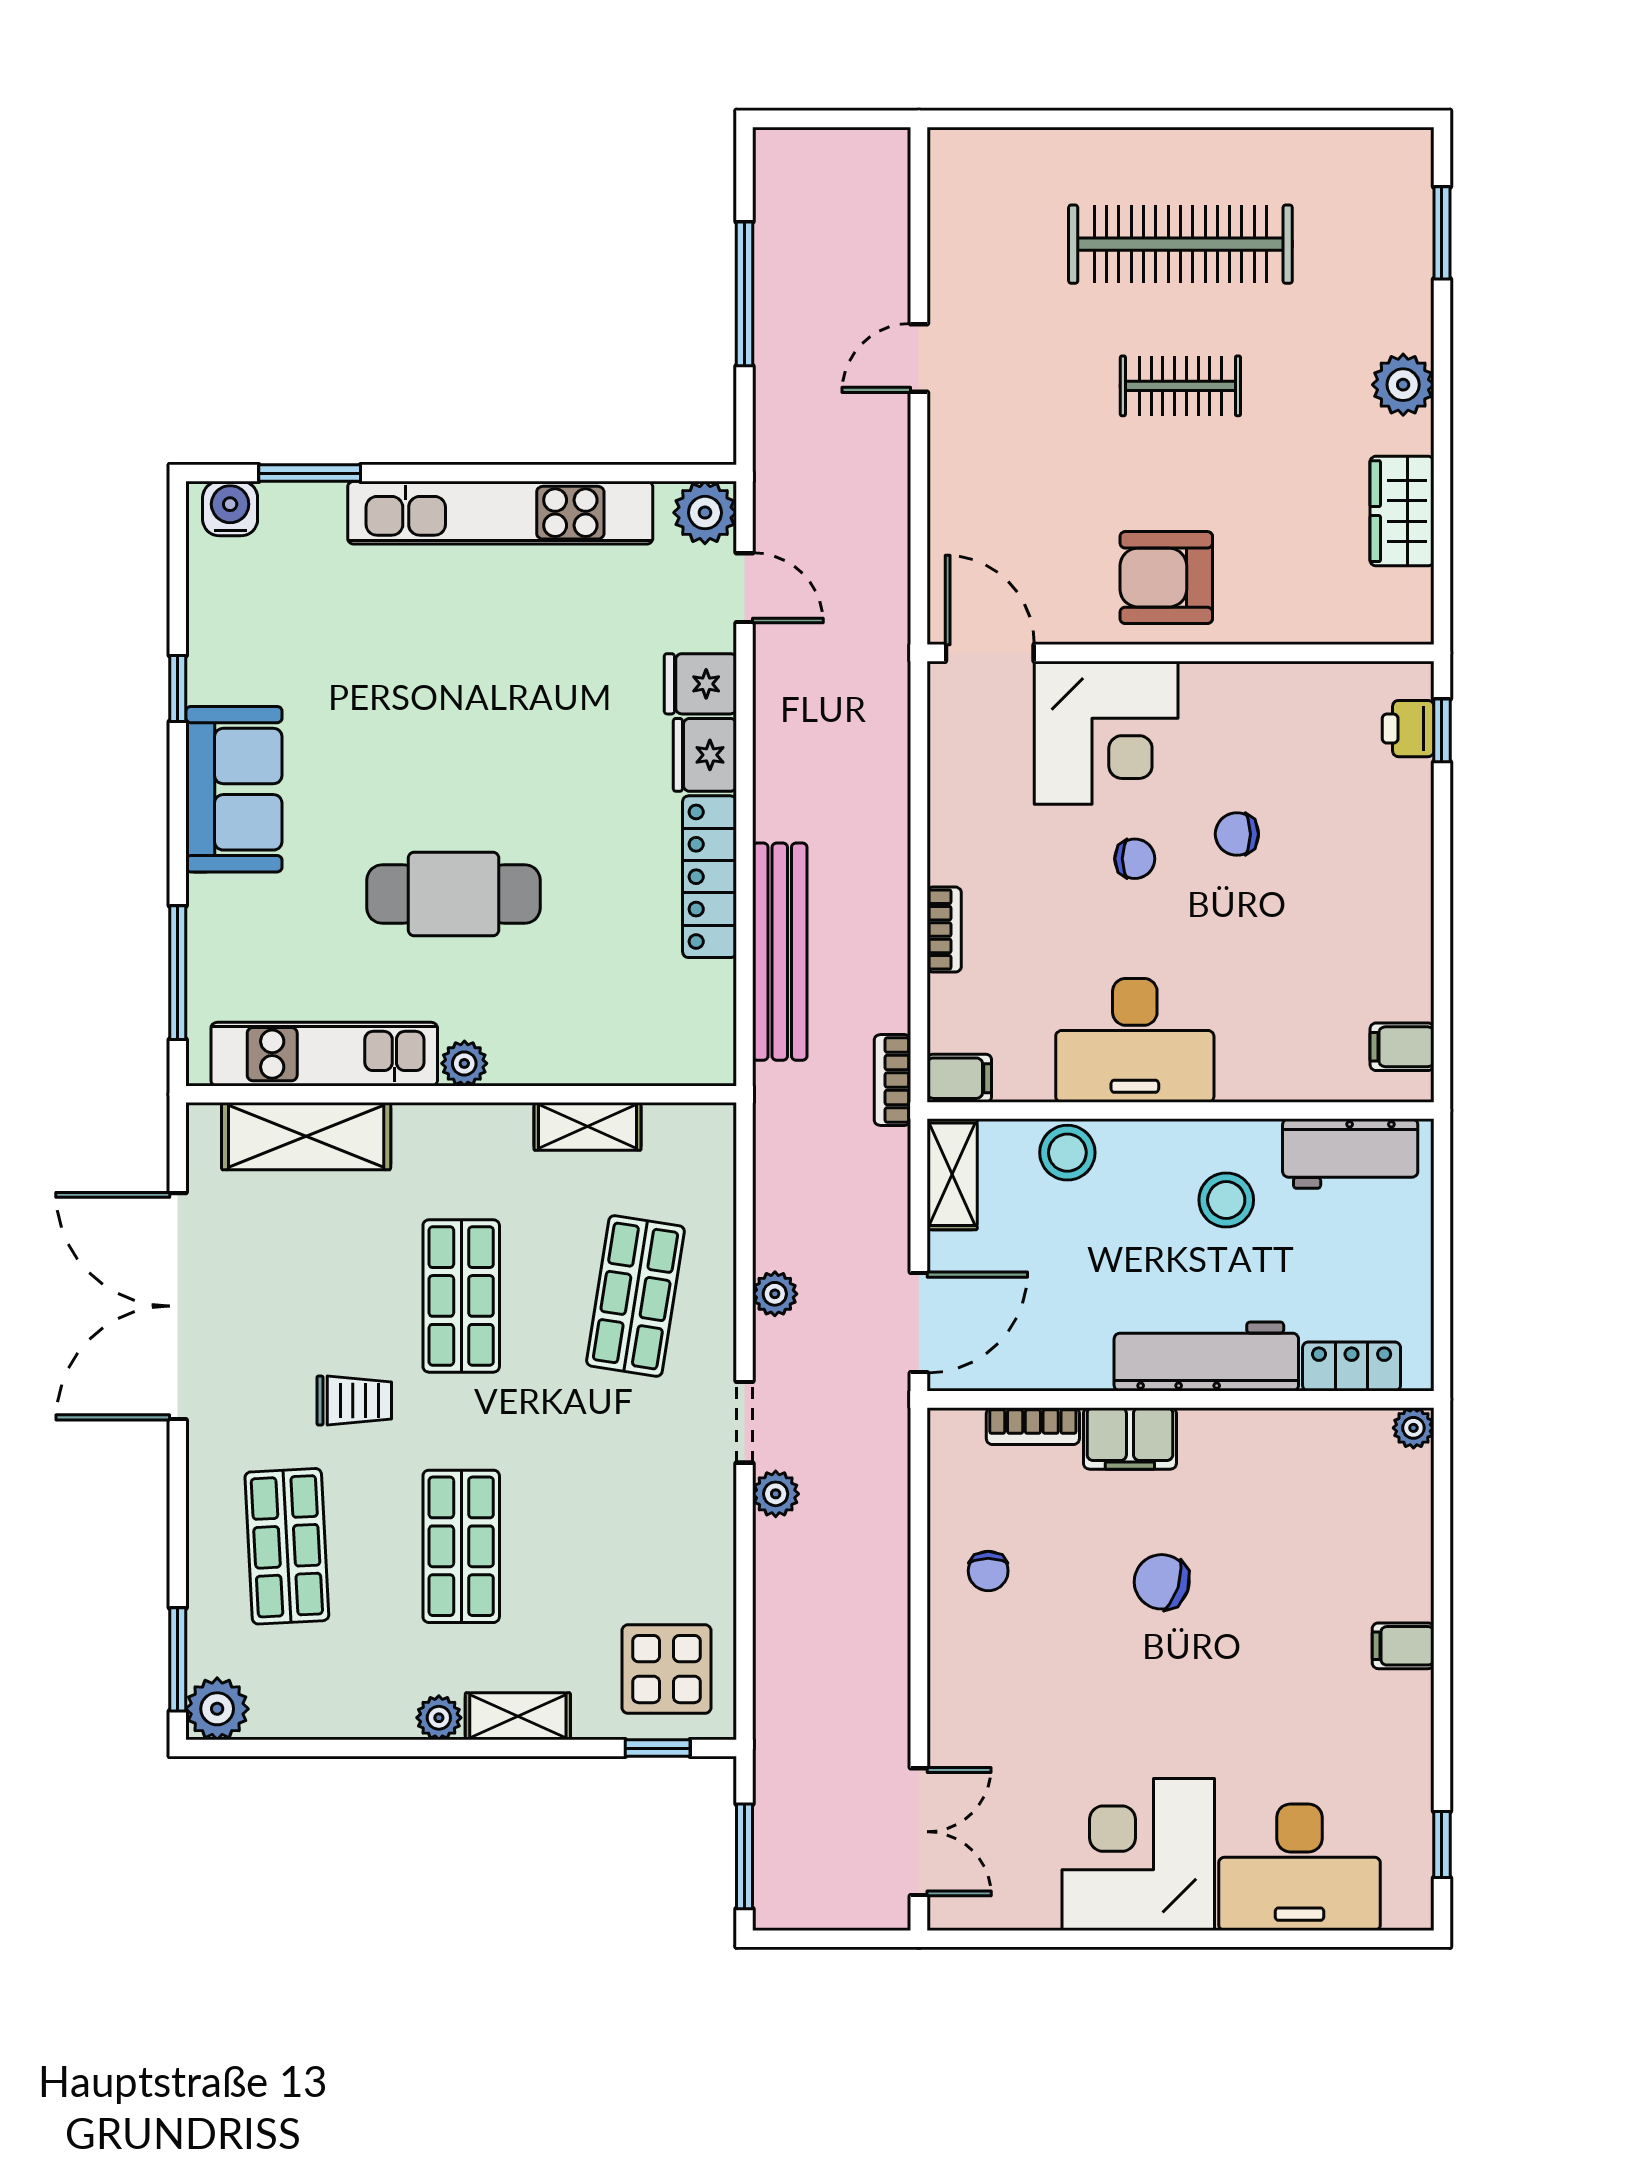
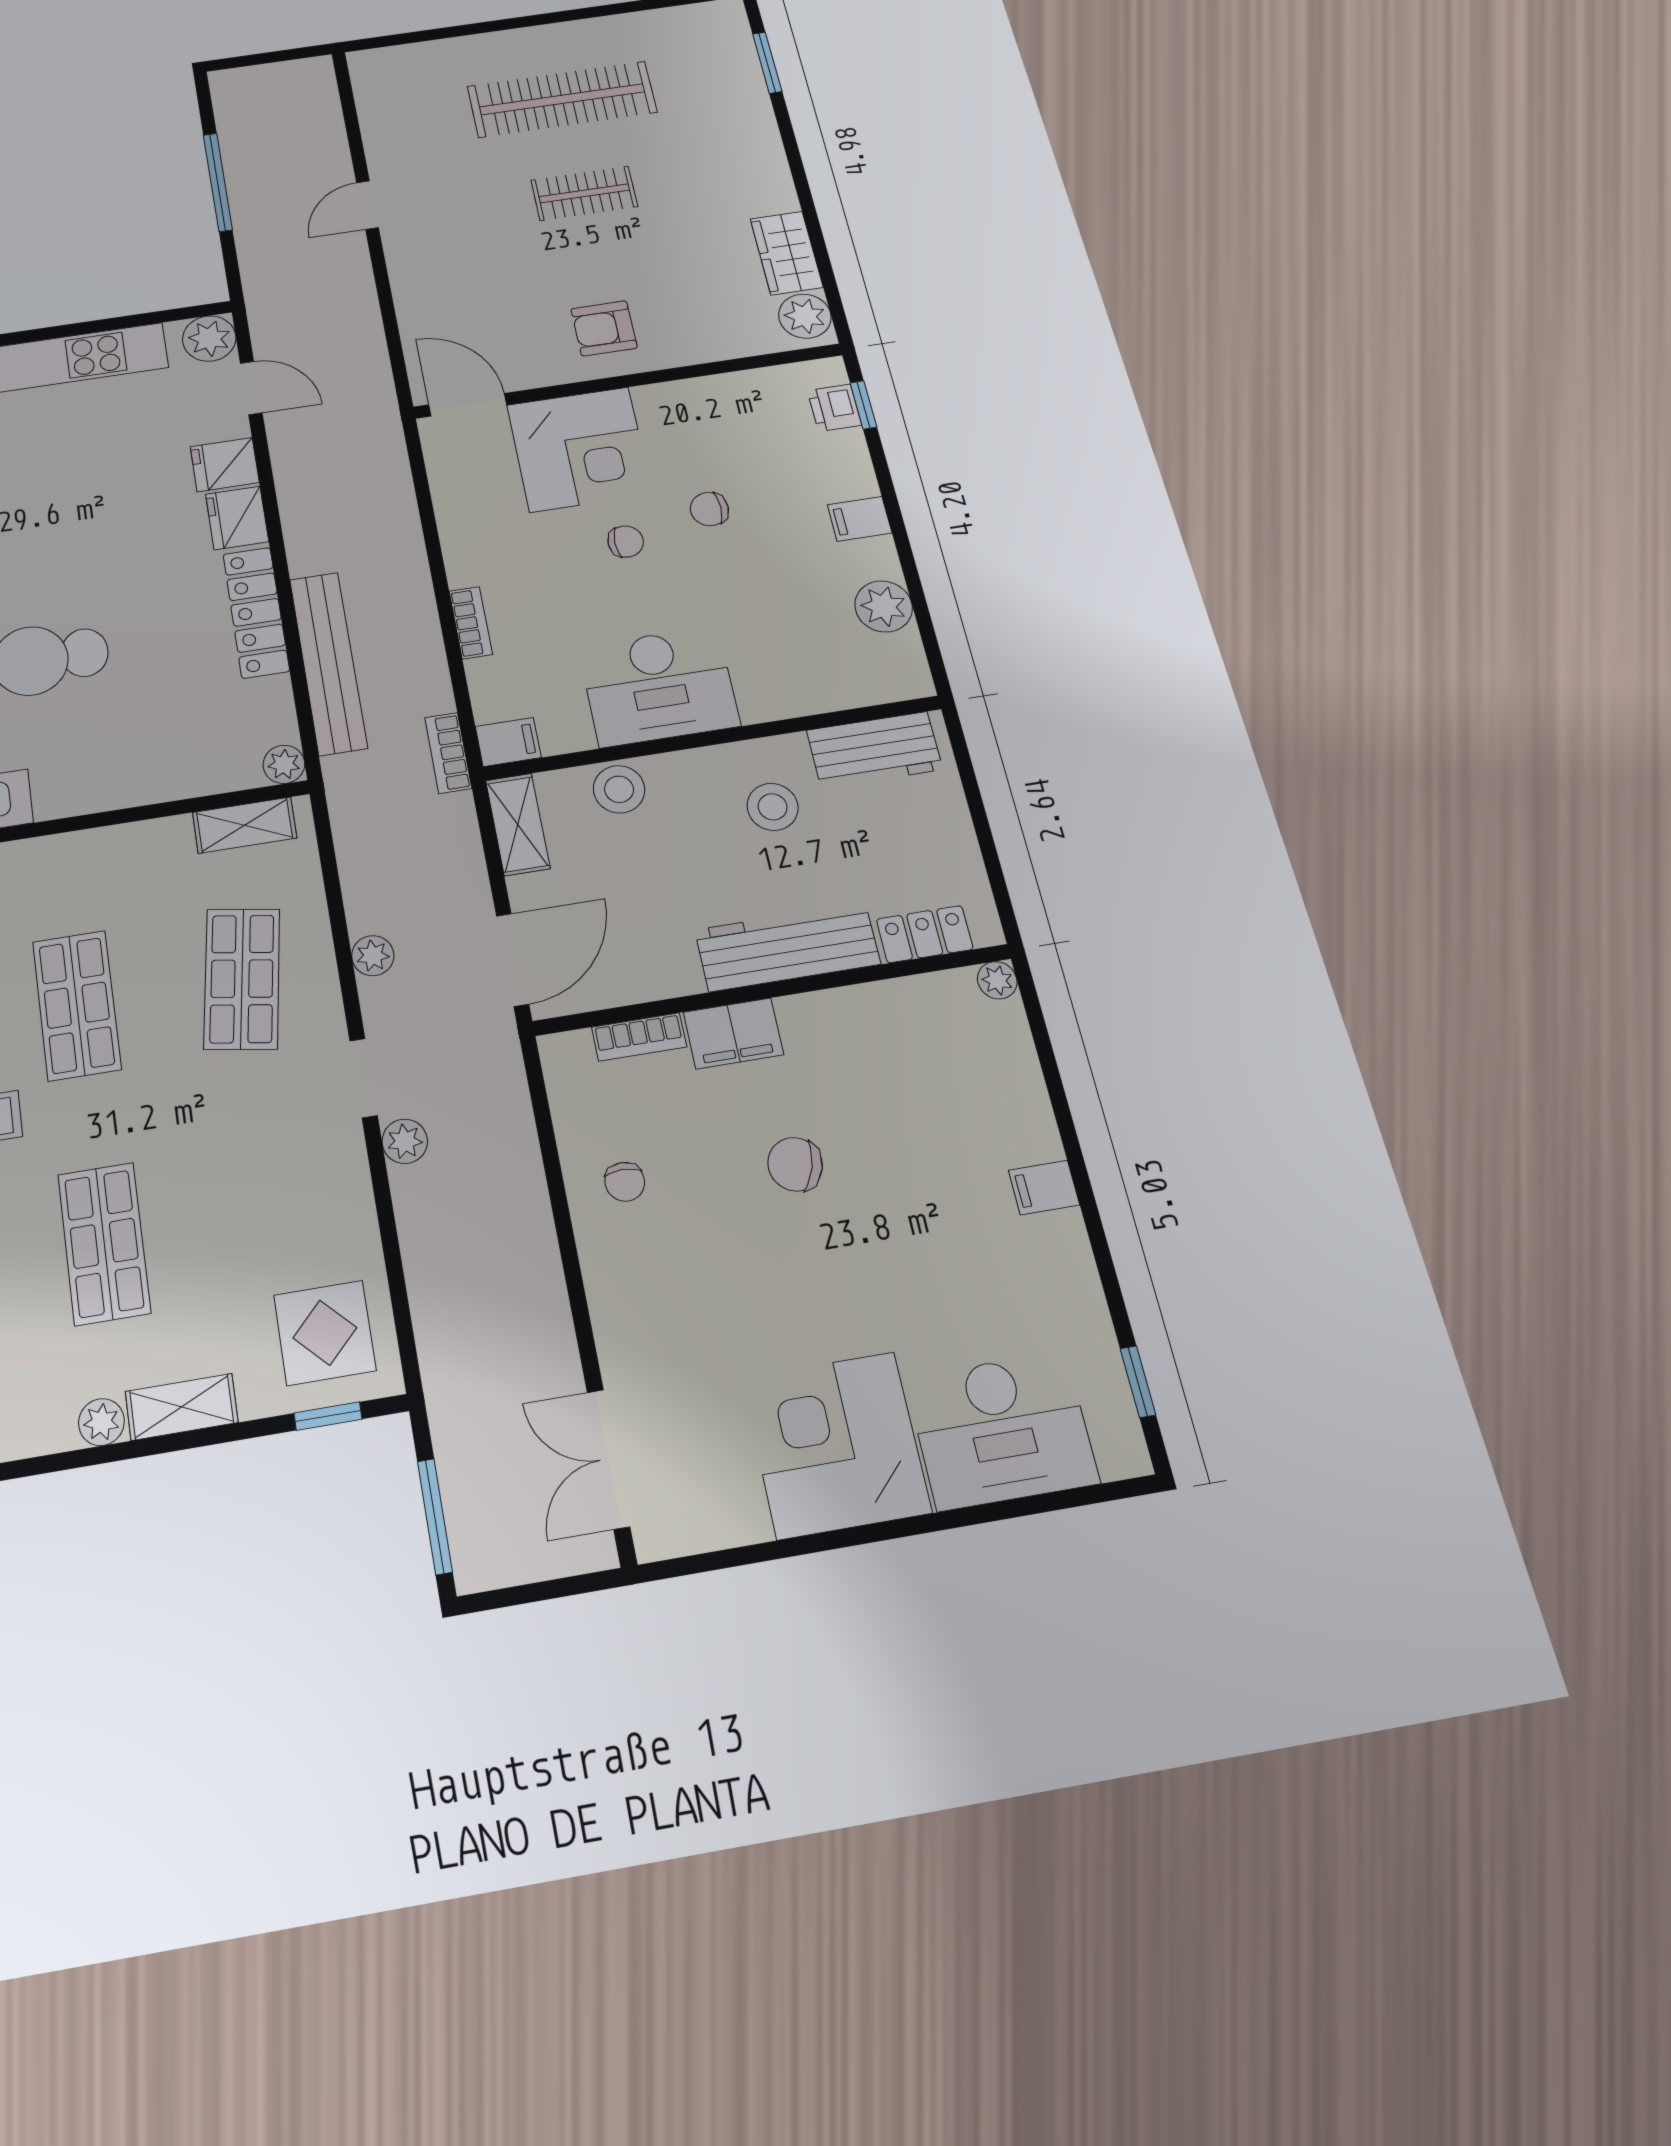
plant: (1403, 385) -> (805, 316), moved
armchair: (1166, 578) -> (604, 328), width x0.72, depth x0.72
plant: (1402, 987) -> (884, 606), added
filing cabinet: (1402, 1047) -> (860, 519), moved
plant: (464, 1063) -> (284, 764), moved
shelving: (587, 1126) -> (245, 825), moved
double door: (919, 1832) -> (608, 1459), swing flipped

